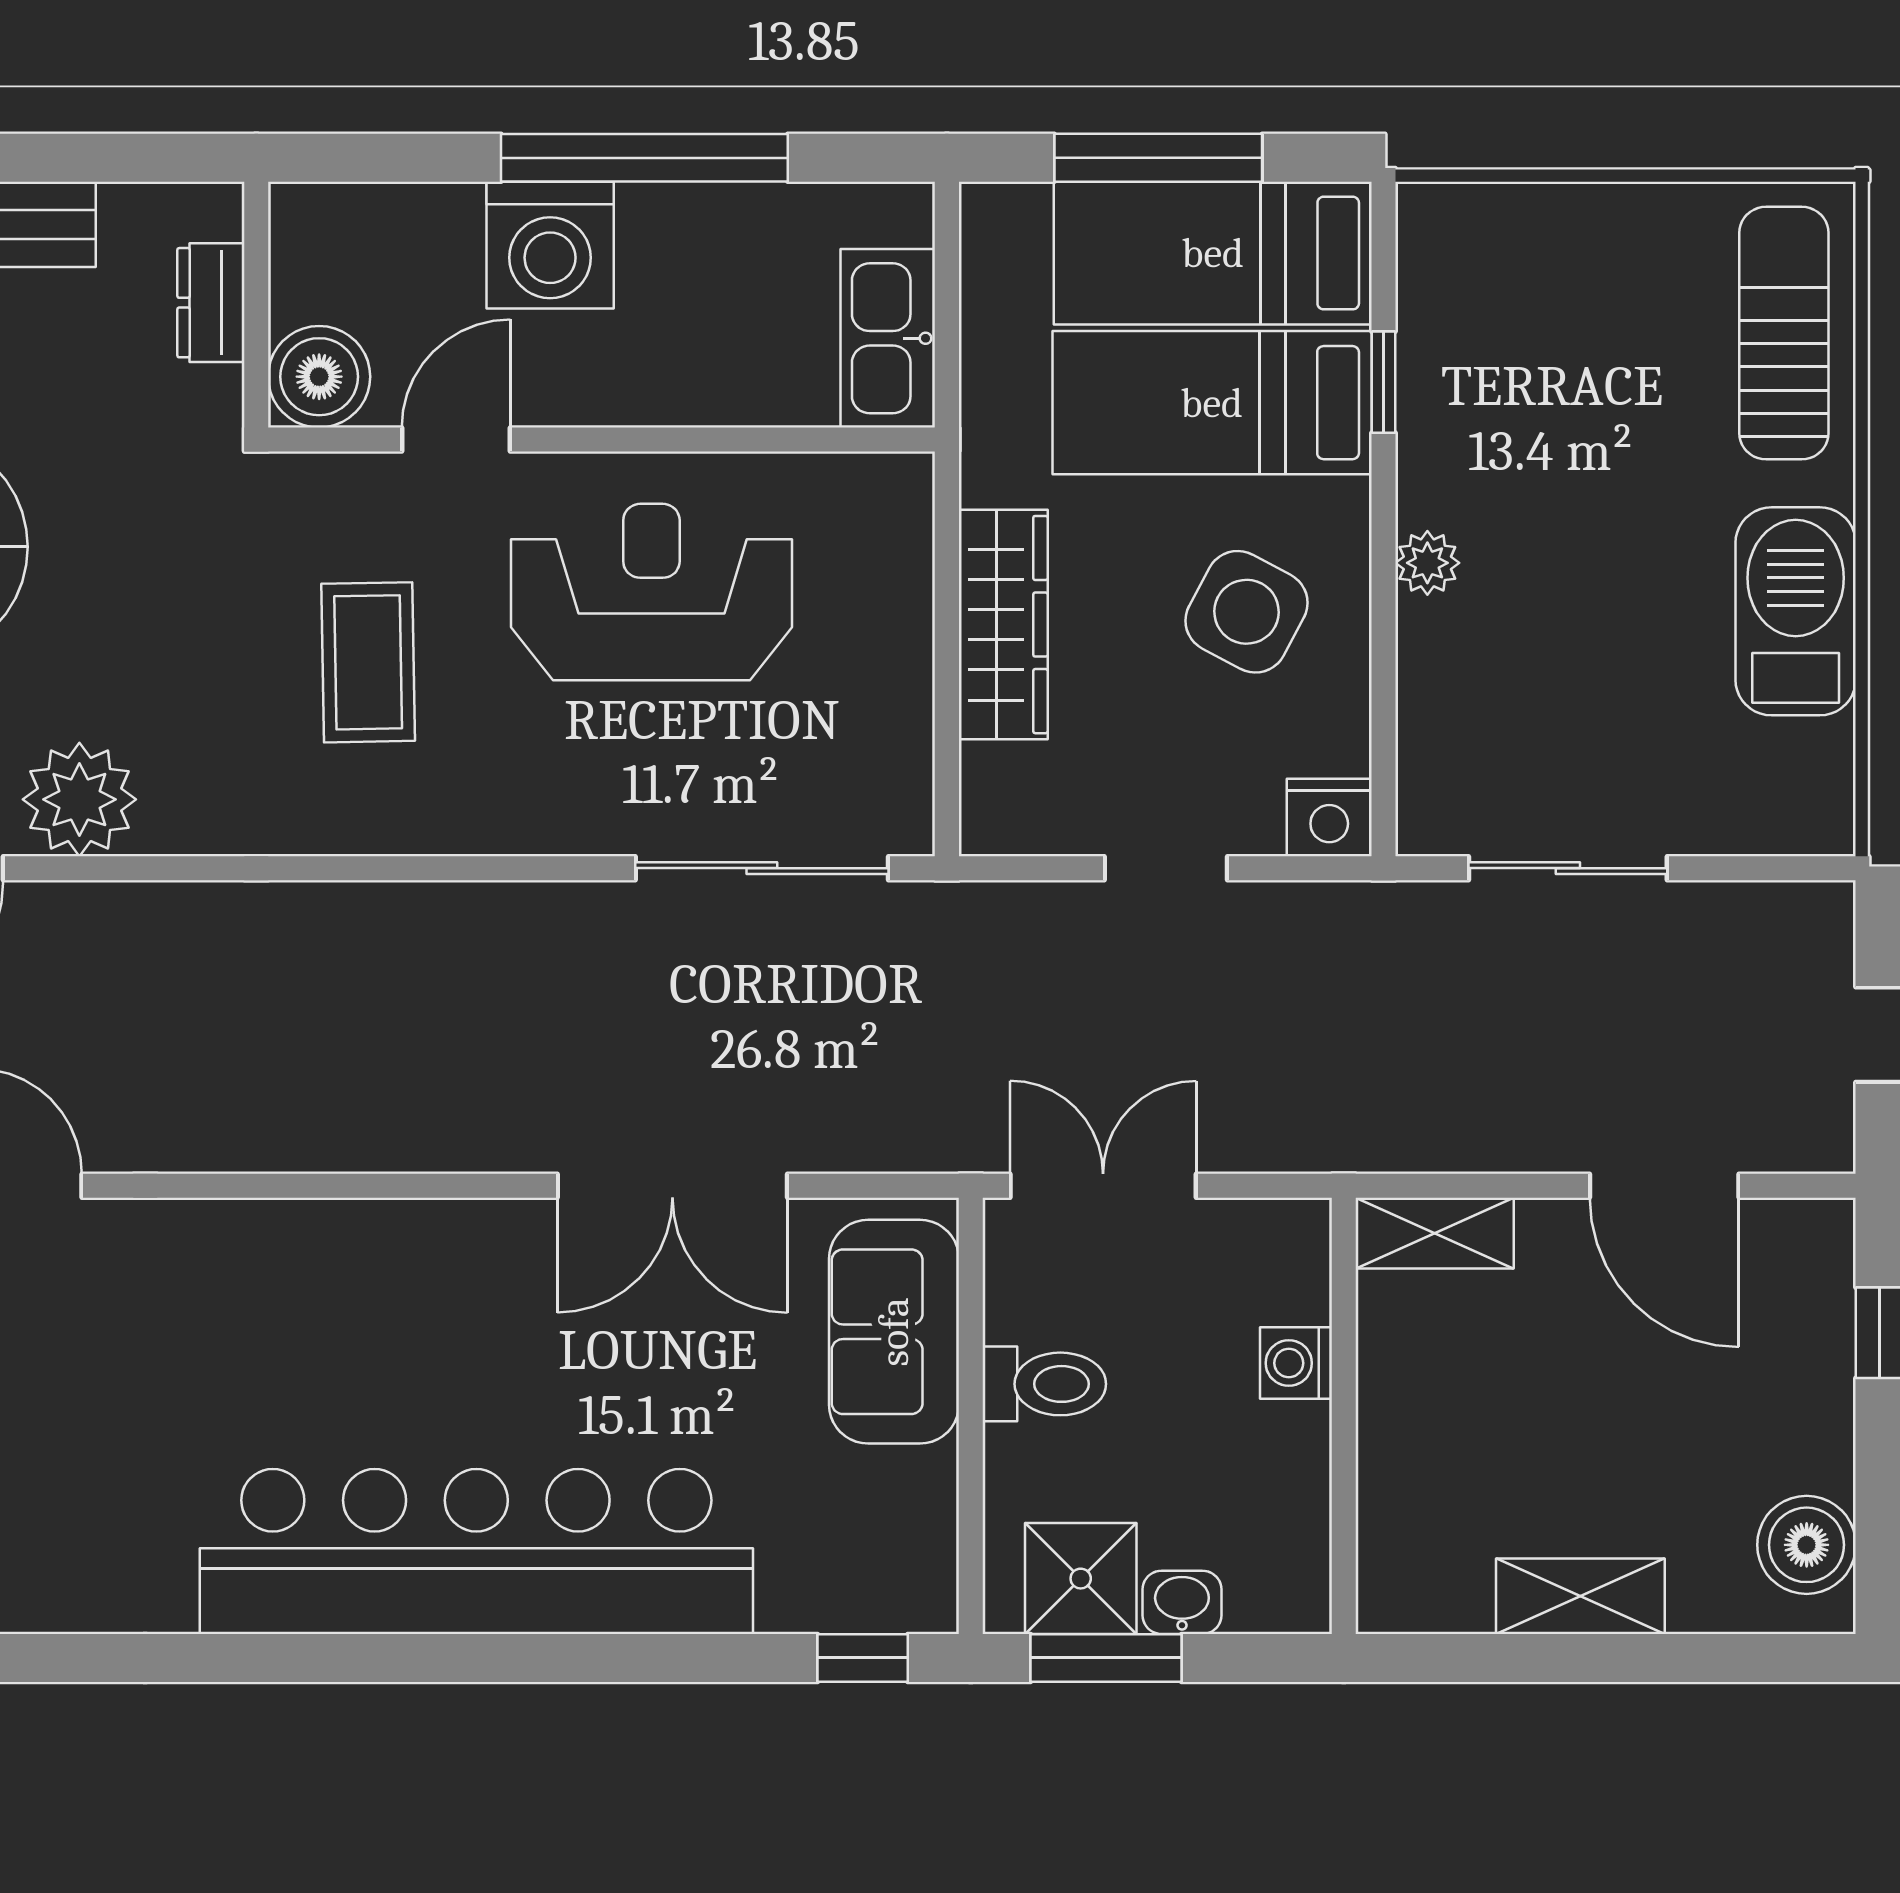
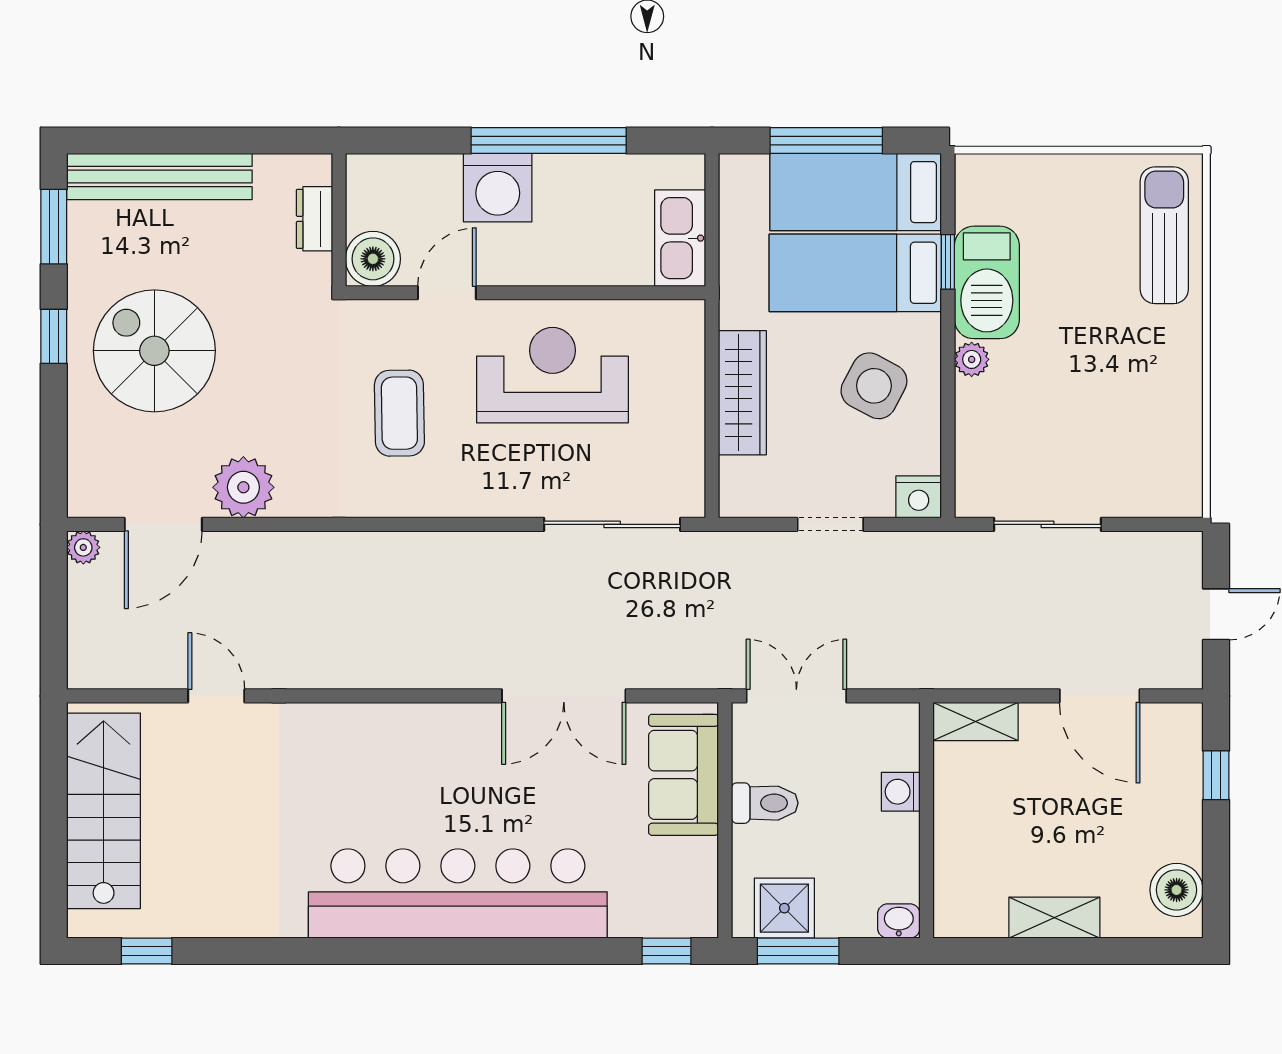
barbecue: (1796, 611) -> (987, 282), moved, turned 180
washbasin: (1182, 1602) -> (899, 921), moved

